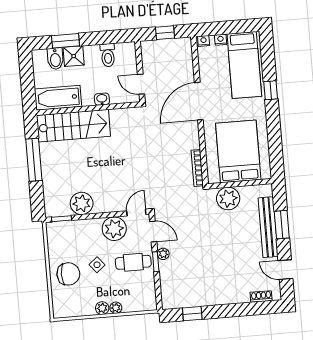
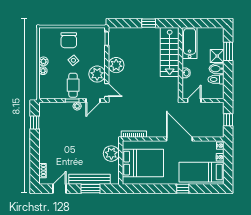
bidet: (55, 59) -> (216, 69), moved
window: (34, 160) -> (149, 23), width x0.46
plant: (82, 203) -> (116, 65), moved

